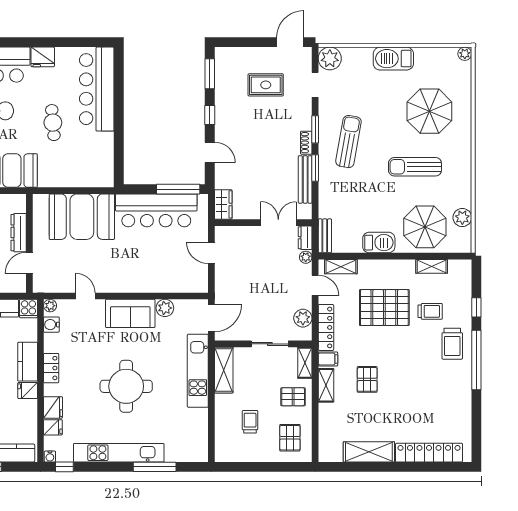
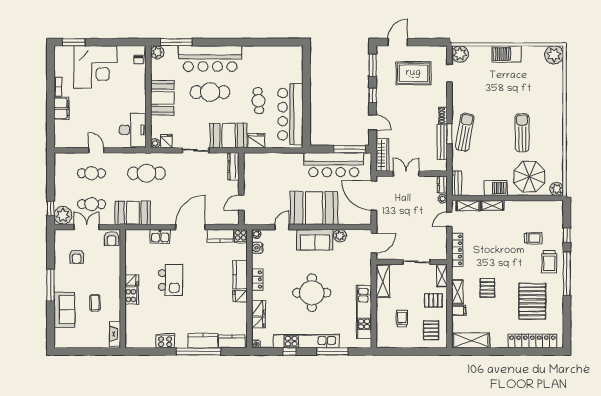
door: (290, 42) -> (398, 42), moved
plant: (465, 54) -> (554, 55), width x1.88, depth x1.88
fridge: (43, 57) -> (256, 141), moved, turned 180
rug: (266, 85) -> (413, 73), width x1.36, depth x1.43
bar counter: (97, 89) -> (290, 114), moved
parasol: (429, 111) -> (533, 92), removed
window: (315, 129) -> (449, 106), removed
sun lounger: (348, 142) -> (465, 132), moved
sun lounger: (415, 167) -> (522, 133), turned 90
wardrobe: (223, 204) -> (382, 155), width x1.50
booth: (82, 217) -> (314, 208), moved
plant: (462, 218) -> (557, 189), moved
double door: (278, 223) -> (406, 174), moved
dresser: (19, 233) -> (233, 167), moved
door: (211, 253) -> (374, 196), width x1.87
shelving: (432, 266) -> (492, 205), moved
door: (315, 285) -> (449, 219), swing flipped
door: (85, 296) -> (282, 227), hinge flipped
pallet: (384, 308) -> (532, 301), moved, turned 90
plant: (303, 318) -> (441, 243), removed
filing cabinet: (328, 359) -> (459, 310), moved
kitchen unit: (198, 371) -> (364, 312), moved
shelving: (369, 452) -> (471, 341), moved
window: (64, 467) -> (289, 351), moved

